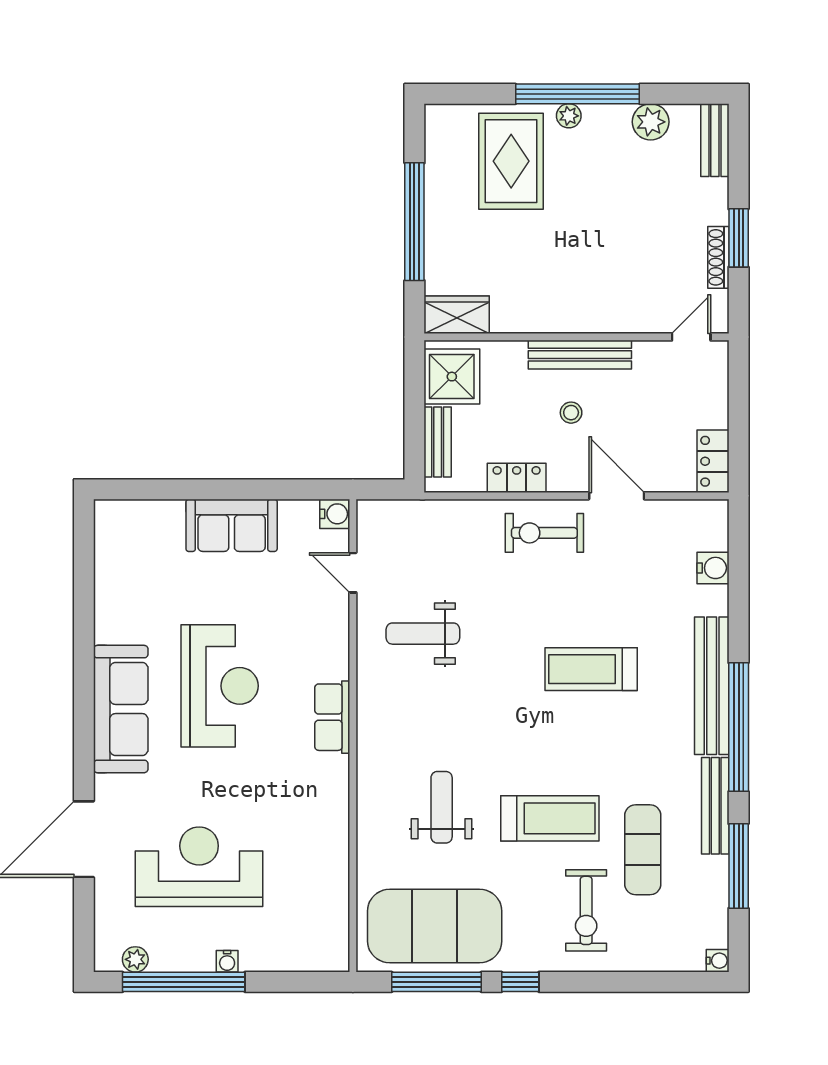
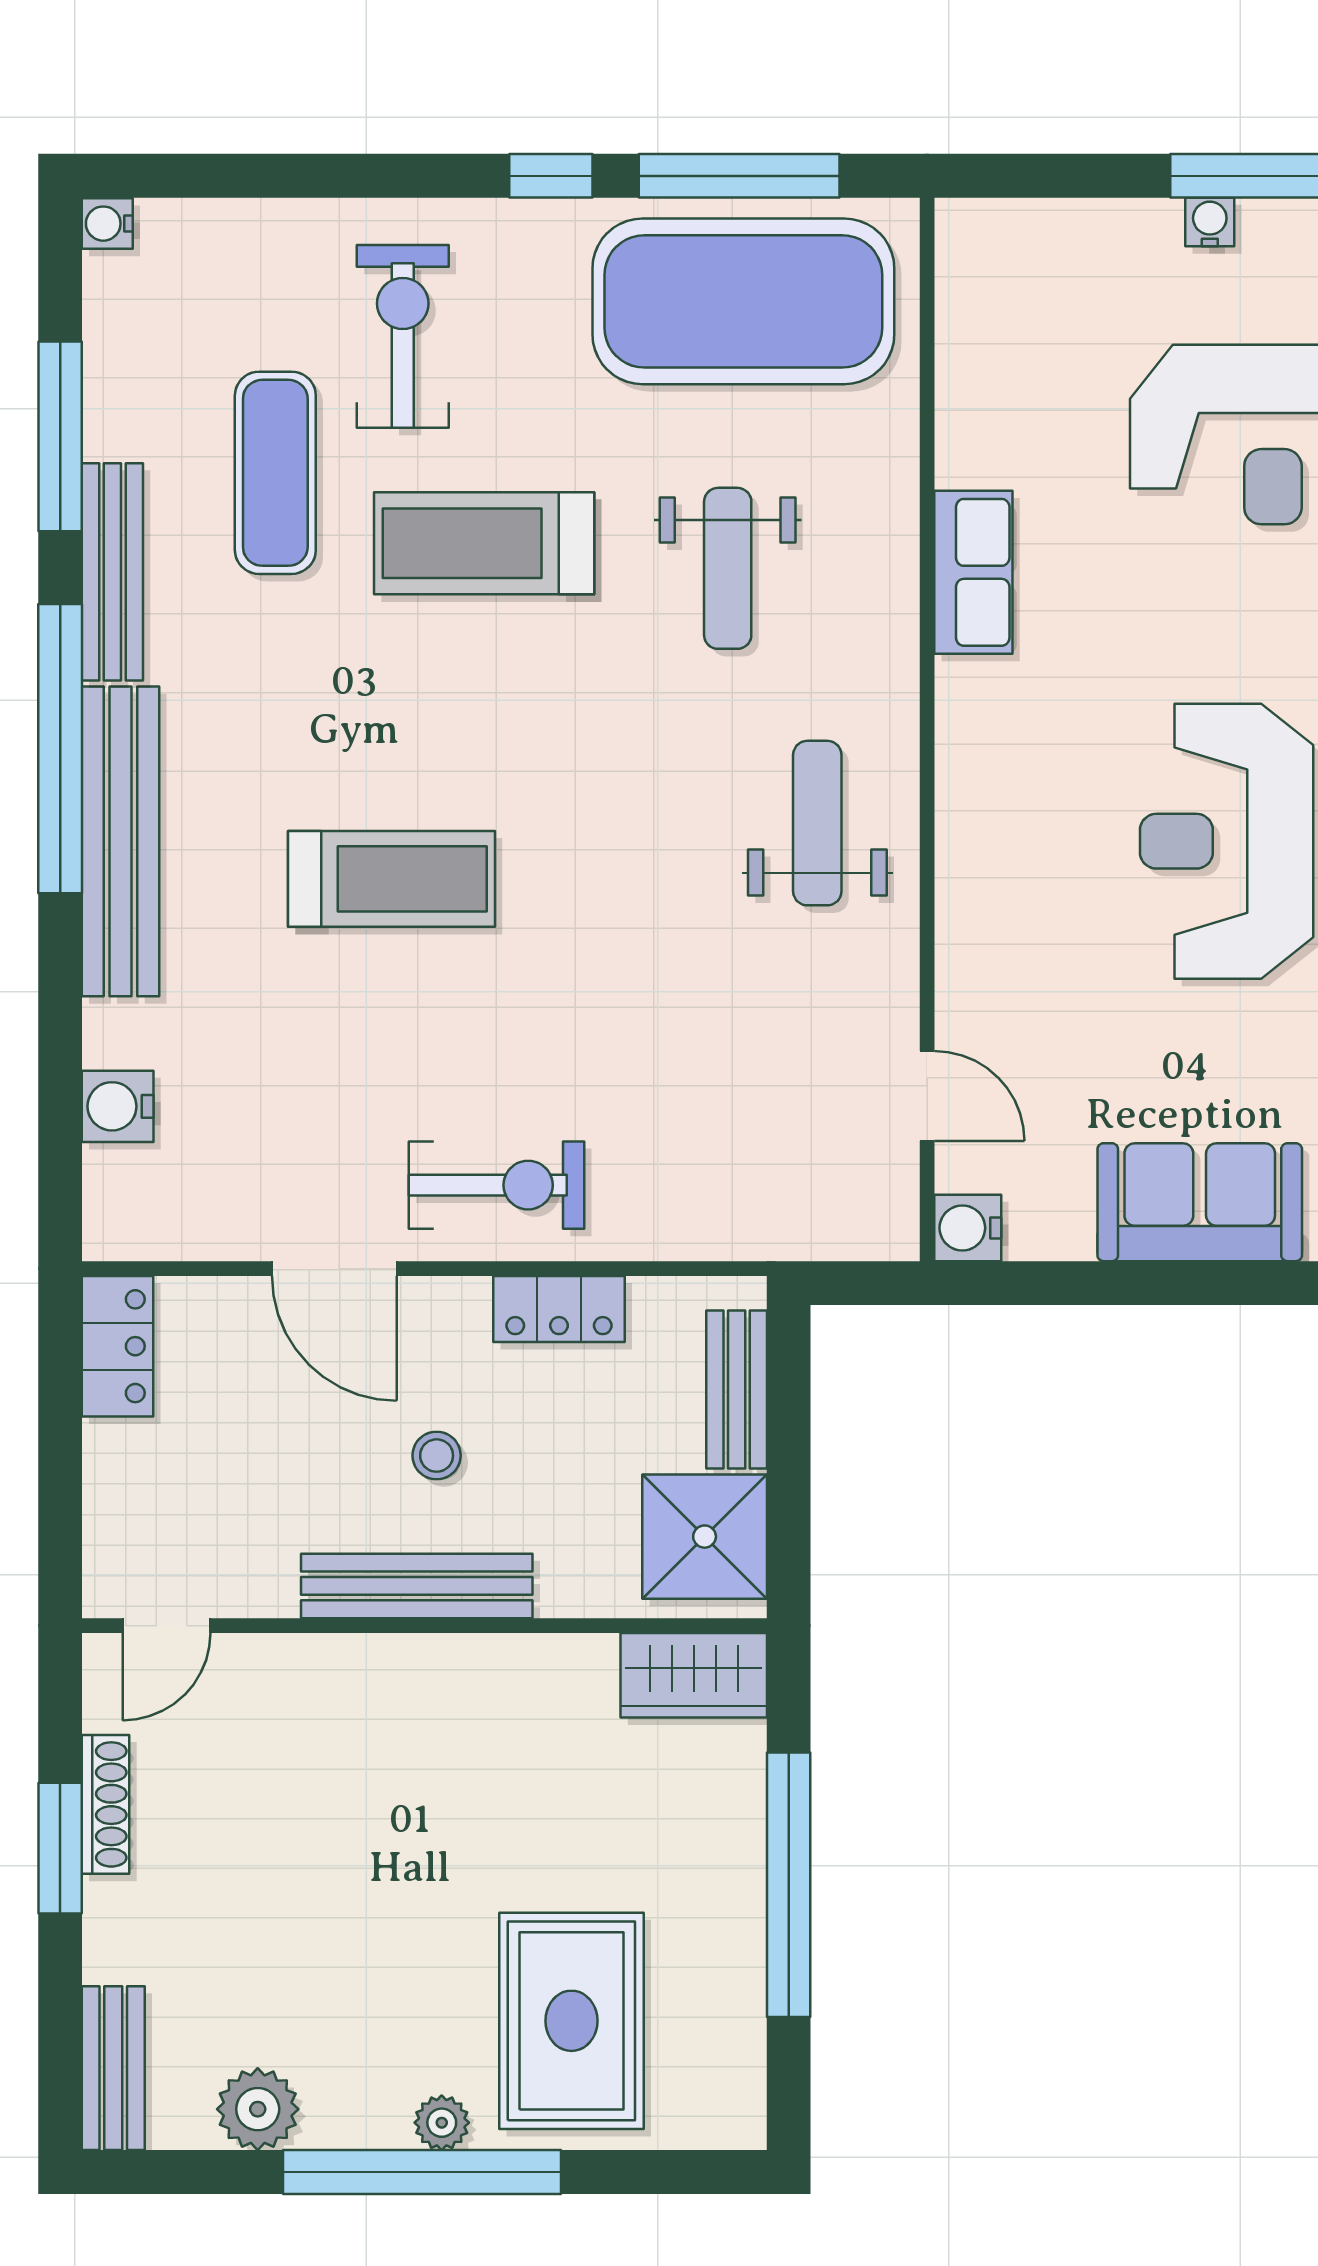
weight bench: (423, 634) -> (817, 823), moved, turned -90
row of seats: (332, 717) -> (973, 572), moved

